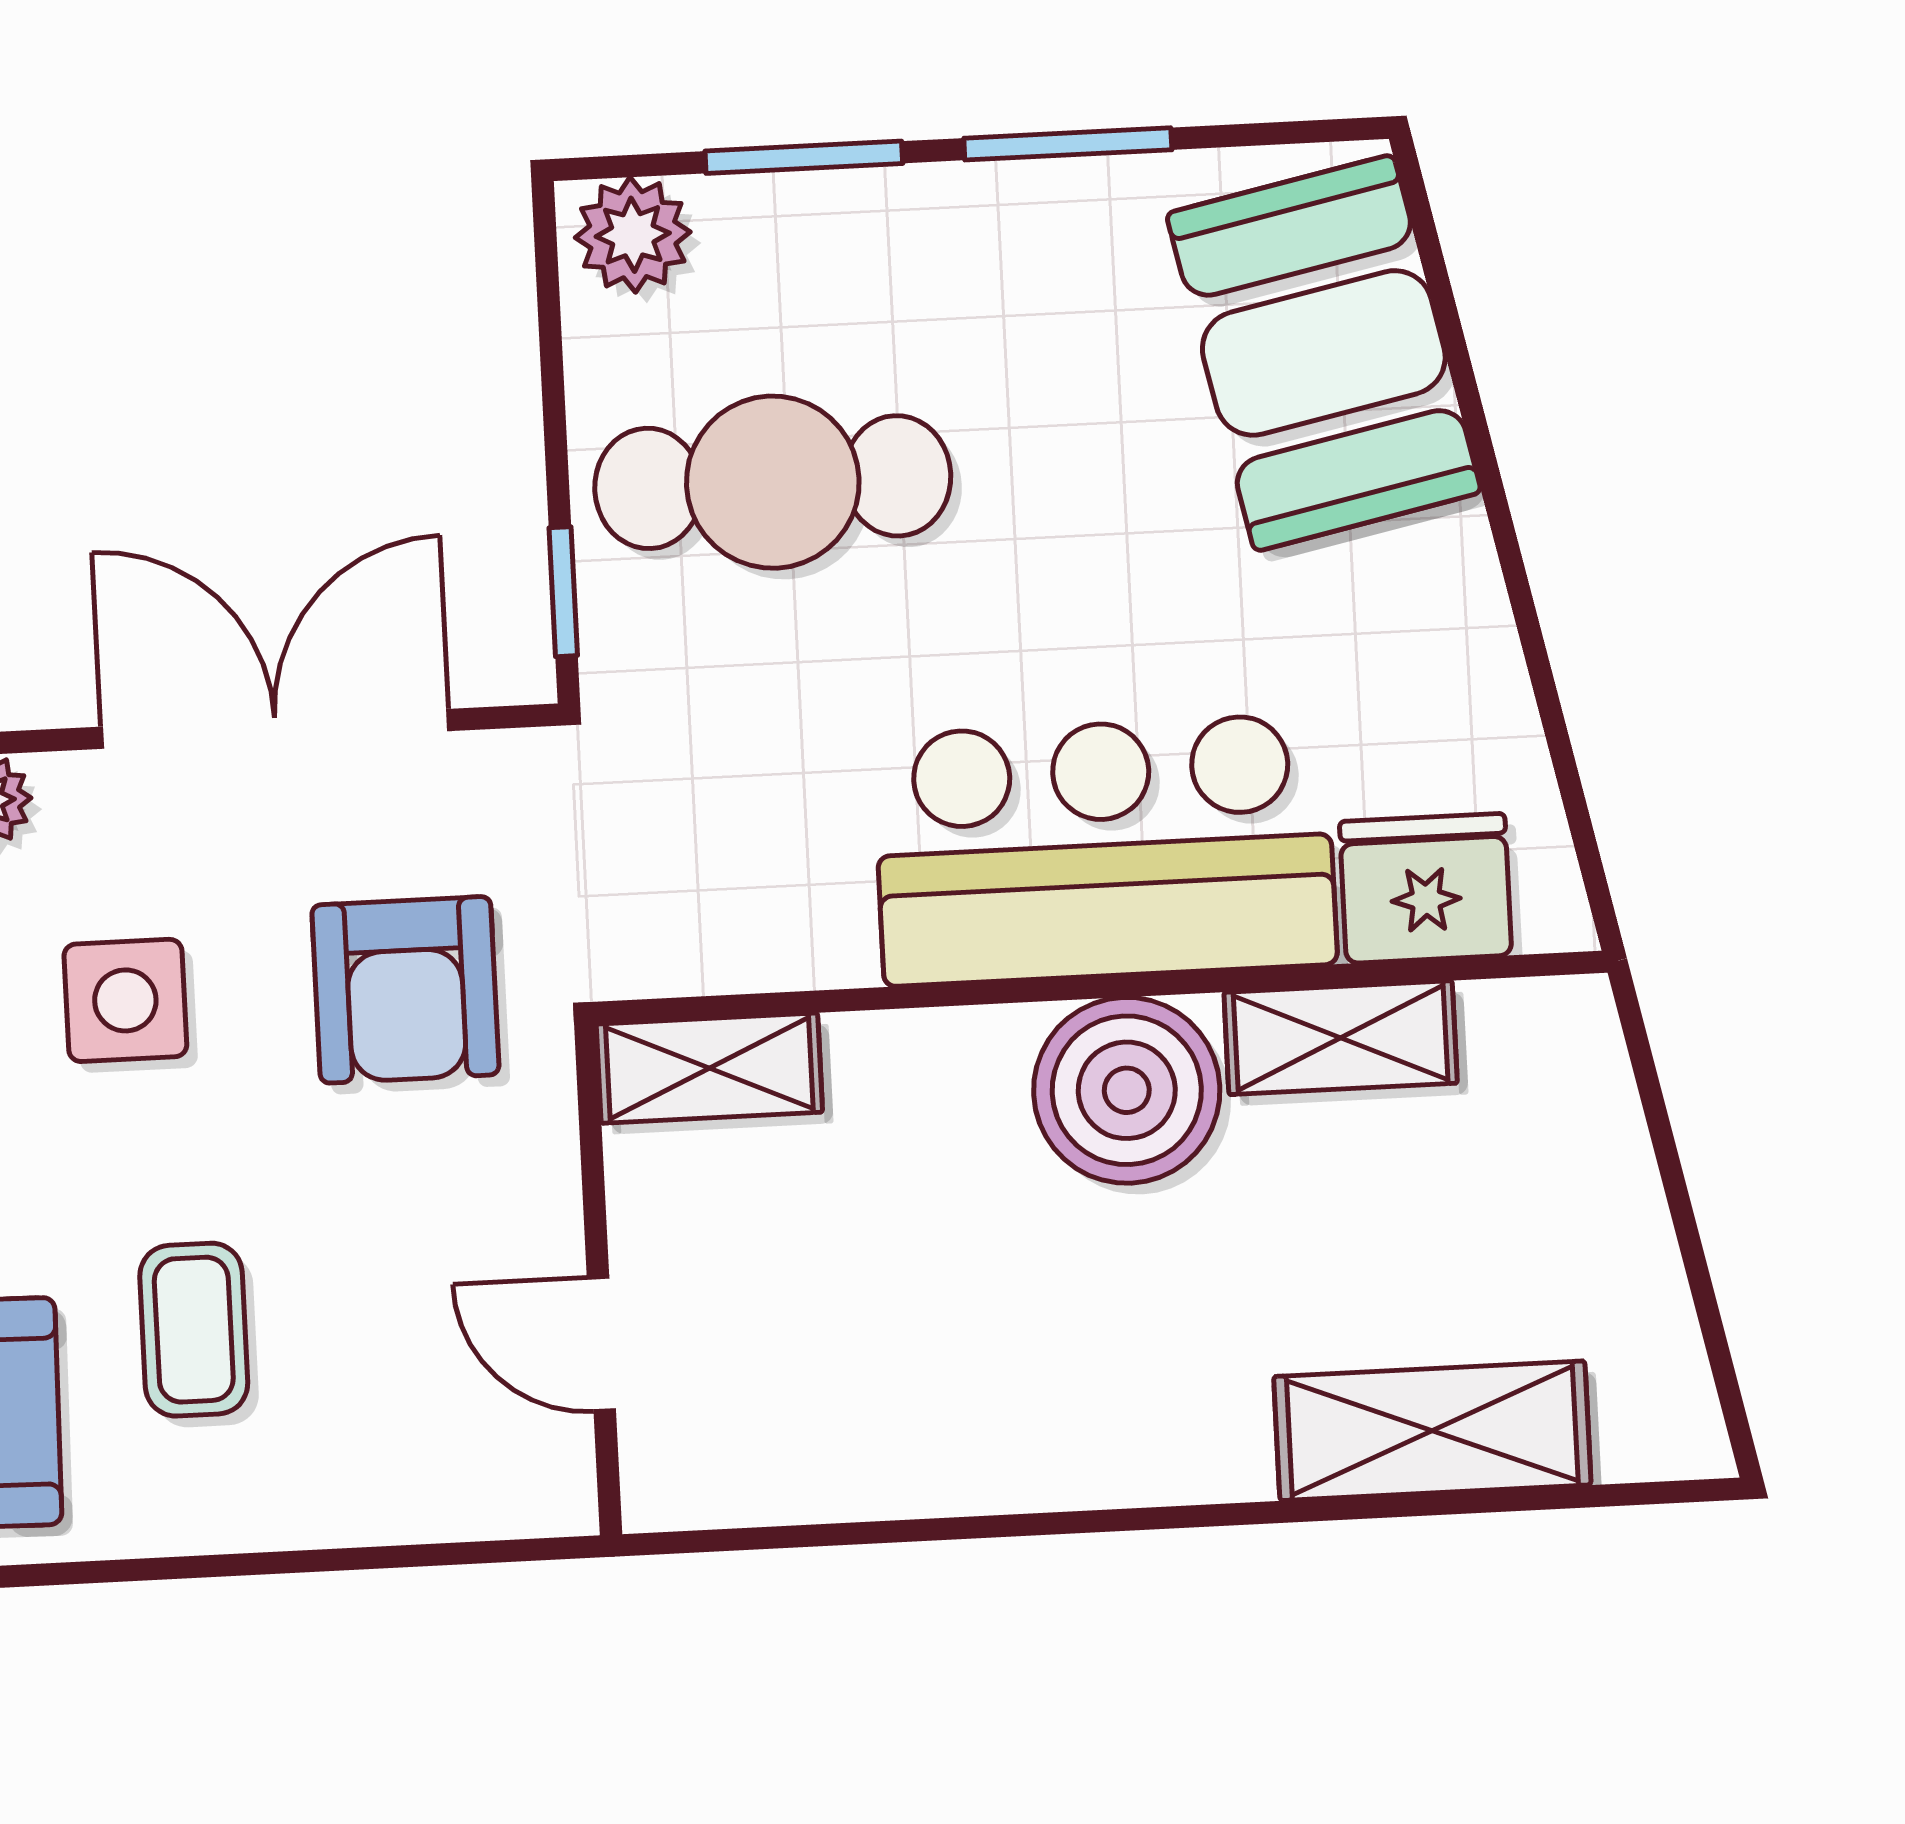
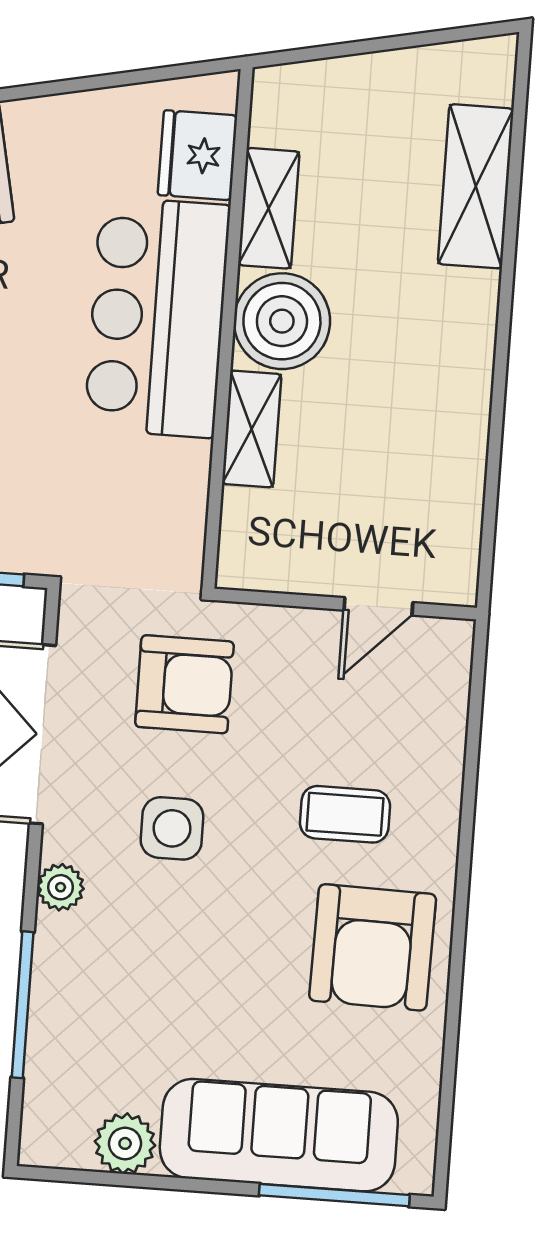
shelving: (709, 1068) -> (252, 429), moved

